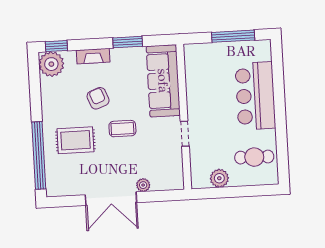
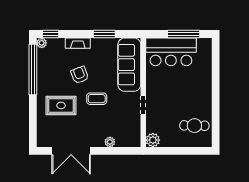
plant: (51, 64) -> (42, 43), width x0.53, depth x0.53
bar counter: (255, 96) -> (171, 52), moved, turned -90
window: (39, 155) -> (33, 69), moved
plant: (219, 178) -> (153, 140), moved
double door: (111, 199) -> (71, 151), moved

